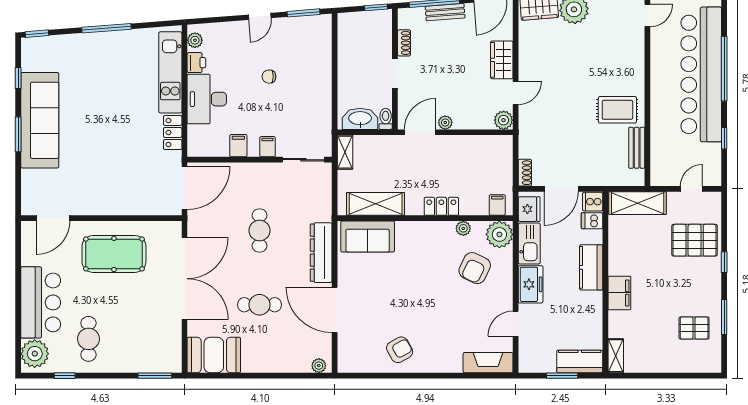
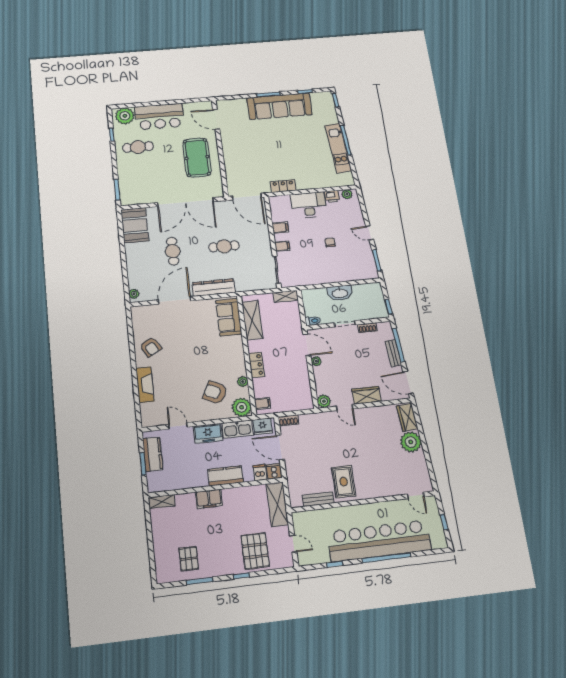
kitchen unit: (170, 72) -> (338, 148), moved, turned -94
washbasin: (360, 119) -> (340, 293), moved, turned 90
kitchen counter: (580, 361) -> (153, 454), moved
fireplace: (488, 363) -> (145, 385), moved

